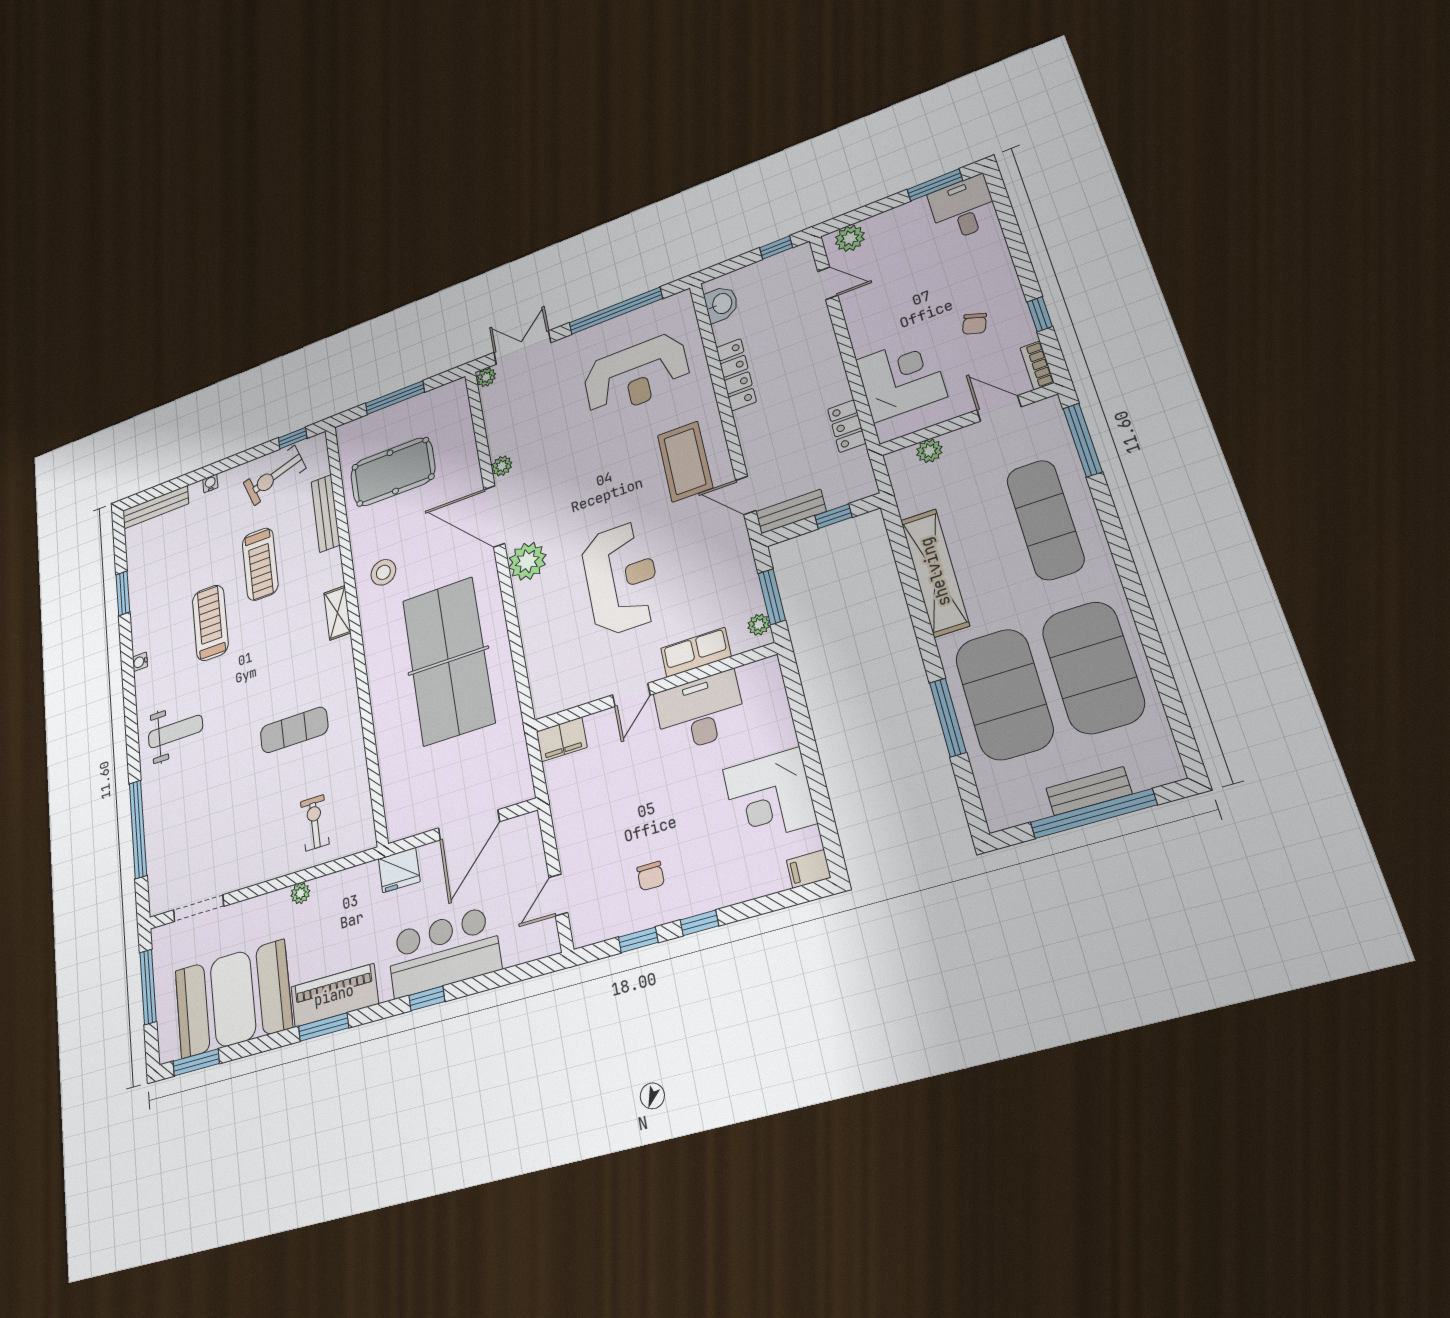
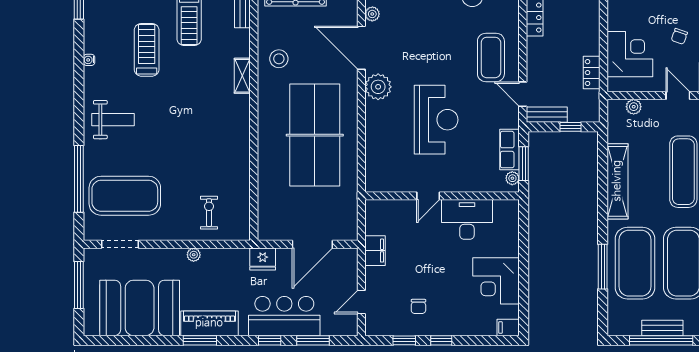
row of seats: (696, 652) -> (510, 150), moved, turned -90
exercise mat: (294, 730) -> (125, 196), moved, width x2.00, depth x1.45
filing cabinet: (562, 739) -> (375, 251), moved, turned -90
window: (196, 1062) -> (313, 340), moved

